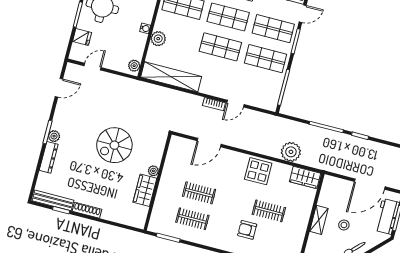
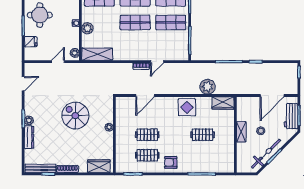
door: (93, 67) -> (58, 62), moved
shelving: (171, 77) -> (97, 54), width x0.68
spiral stairs: (114, 145) -> (75, 116), turned 90
wardrobe: (145, 190) -> (99, 166), moved, turned 90
armchair: (247, 230) -> (171, 162), moved

